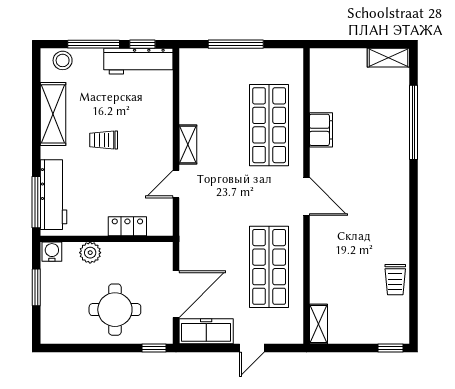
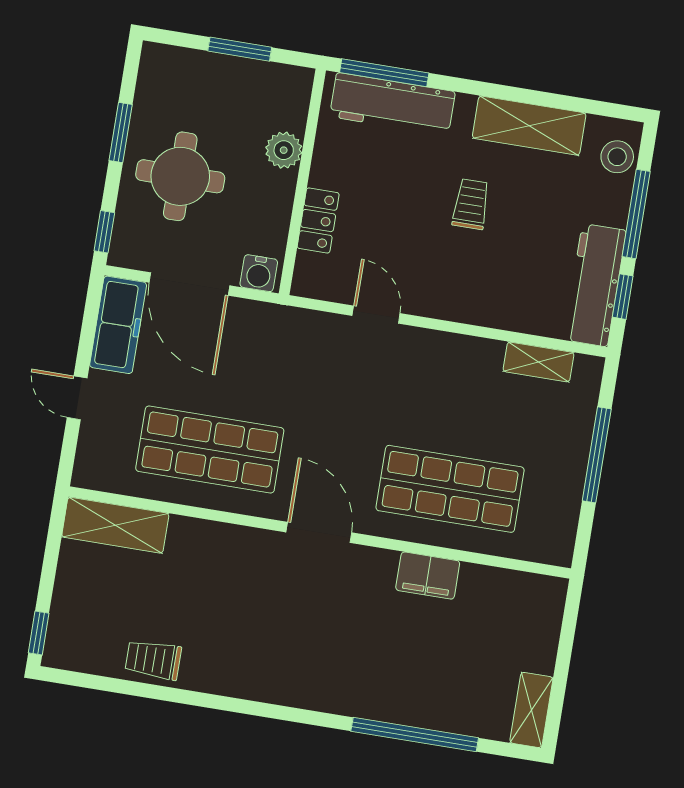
shelving: (188, 144) -> (539, 362), moved
door: (306, 196) -> (319, 532), swing flipped
water cooler: (52, 252) -> (259, 273), moved, turned 90
shelving: (318, 324) -> (115, 525), width x1.50, depth x1.33
window: (95, 348) -> (121, 132), added

